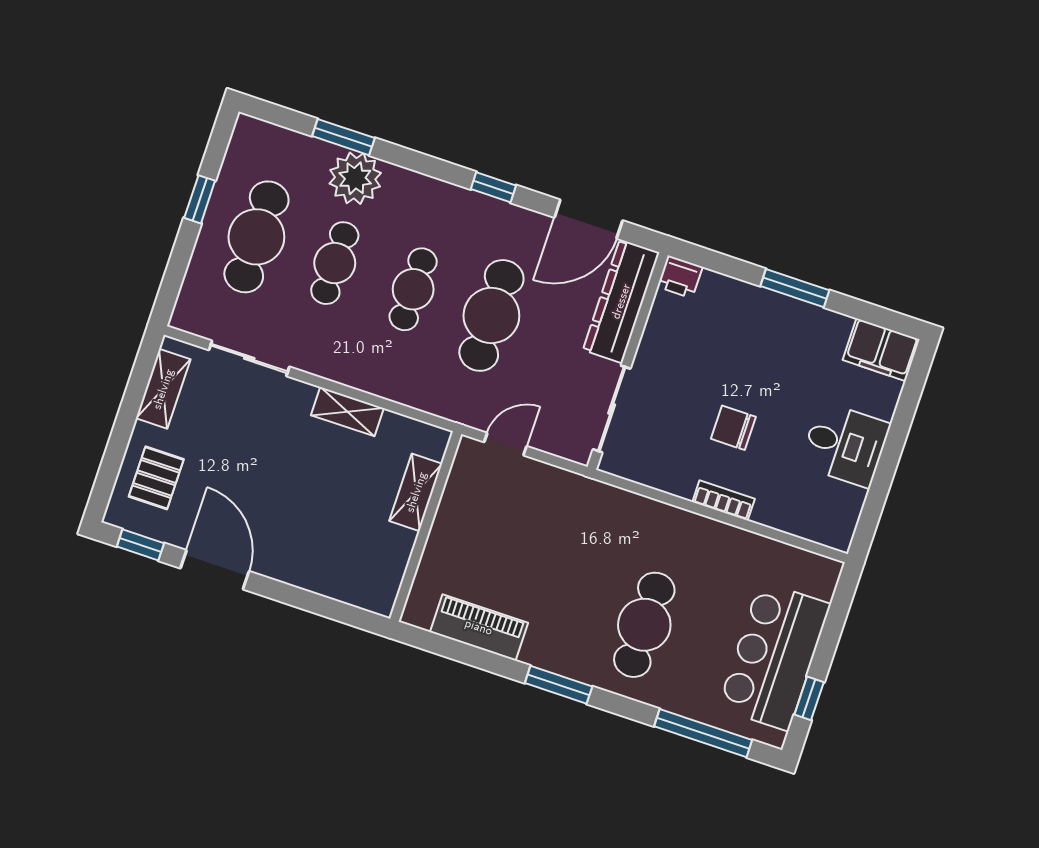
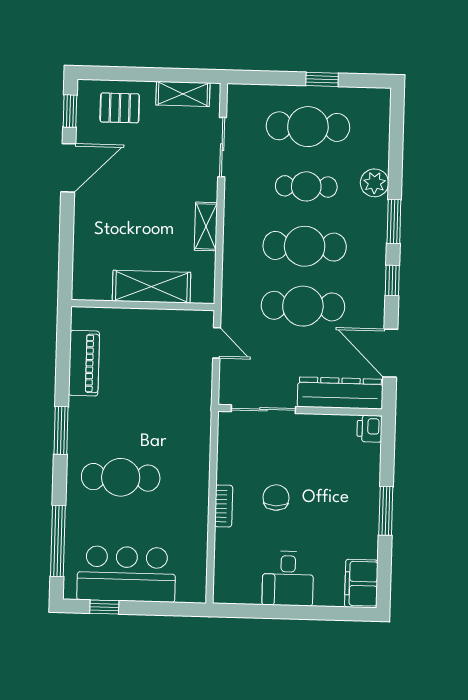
window: (343, 137) -> (394, 221), moved
plant: (355, 178) -> (374, 183), width x0.73, depth x0.73
cafe table: (413, 289) -> (305, 246), width x1.37, depth x1.35
shelving: (416, 492) -> (152, 287), width x1.50, depth x1.33

